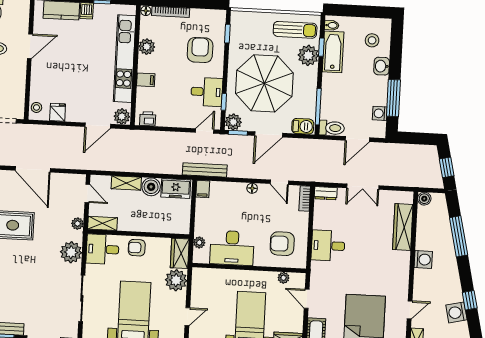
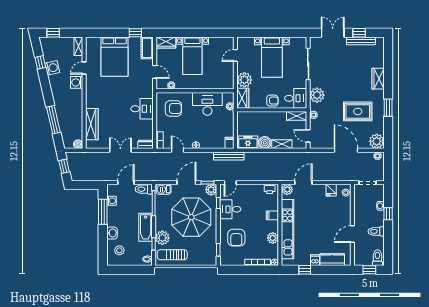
bathtub: (333, 52) -> (146, 227), moved
washing machine: (423, 259) -> (77, 82), moved
window: (470, 300) -> (40, 62), moved

